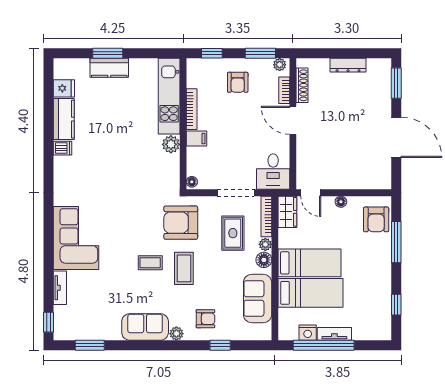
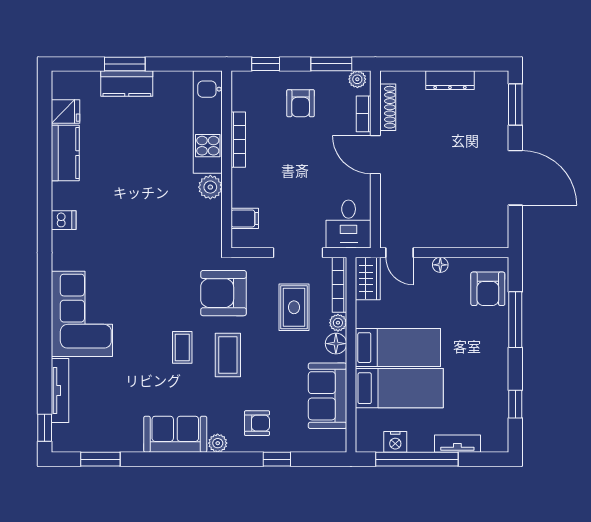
filing cabinet: (196, 139) -> (245, 218), moved
dishwasher: (63, 148) -> (64, 220), moved
floor lamp: (192, 182) -> (239, 238), removed
coffee table: (150, 263) -> (182, 347), turned 90
tv unit: (60, 288) -> (60, 391), width x1.41
tv unit: (334, 334) -> (457, 444), moved

